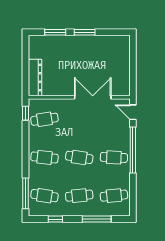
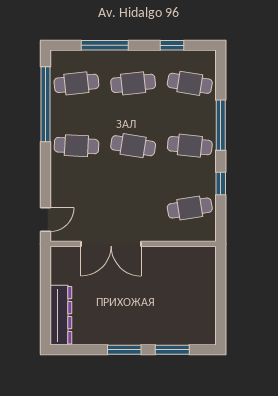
dresser: (35, 78) -> (61, 315), moved, turned 180
door: (133, 112) -> (46, 219), hinge flipped
window: (26, 113) -> (221, 184), moved
window: (133, 150) -> (46, 104), moved
window: (26, 193) -> (221, 125), moved

